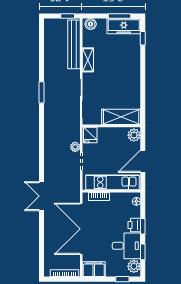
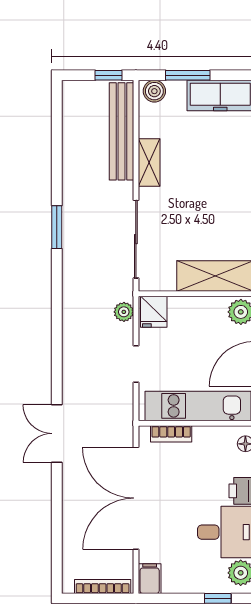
window: (120, 16) -> (188, 75), moved
plant: (75, 147) -> (124, 312), moved
filing cabinet: (94, 269) -> (150, 579), width x0.50

